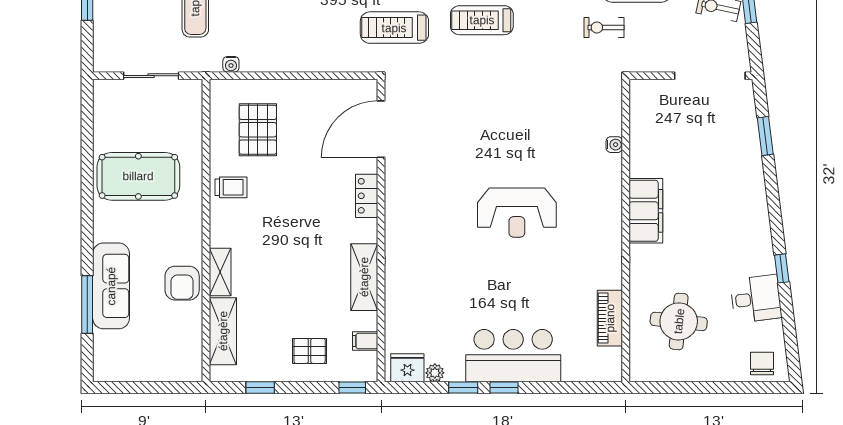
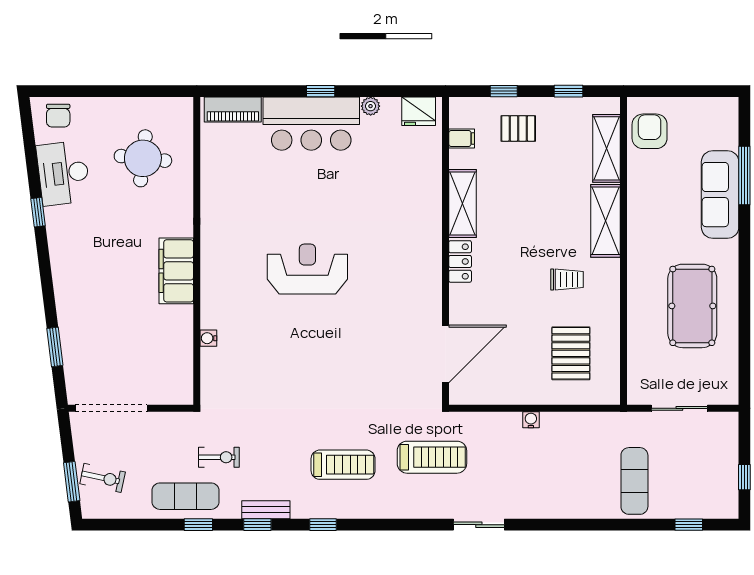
water cooler: (231, 64) -> (531, 420), moved
pool table: (138, 176) -> (692, 306), turned 90
trolley: (231, 187) -> (567, 279), moved, turned 180
locker: (367, 196) -> (460, 261), moved
shelving: (220, 272) -> (605, 221), width x1.50, depth x1.33
armchair: (182, 283) -> (650, 131), moved
desk: (756, 299) -> (63, 173), width x1.37
piano: (610, 318) -> (233, 109), moved, turned 90
plant: (435, 373) -> (371, 106), moved
window: (352, 388) -> (504, 91), moved
window: (463, 388) -> (362, 91), removed

